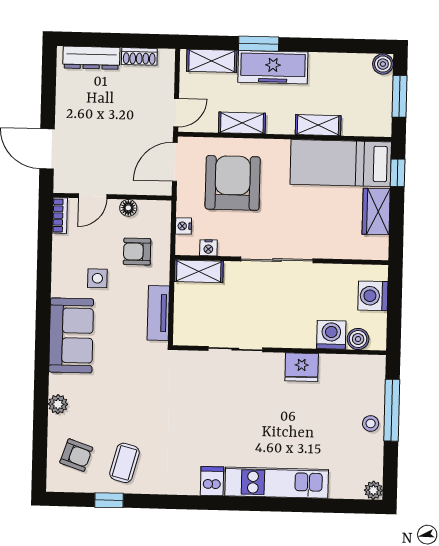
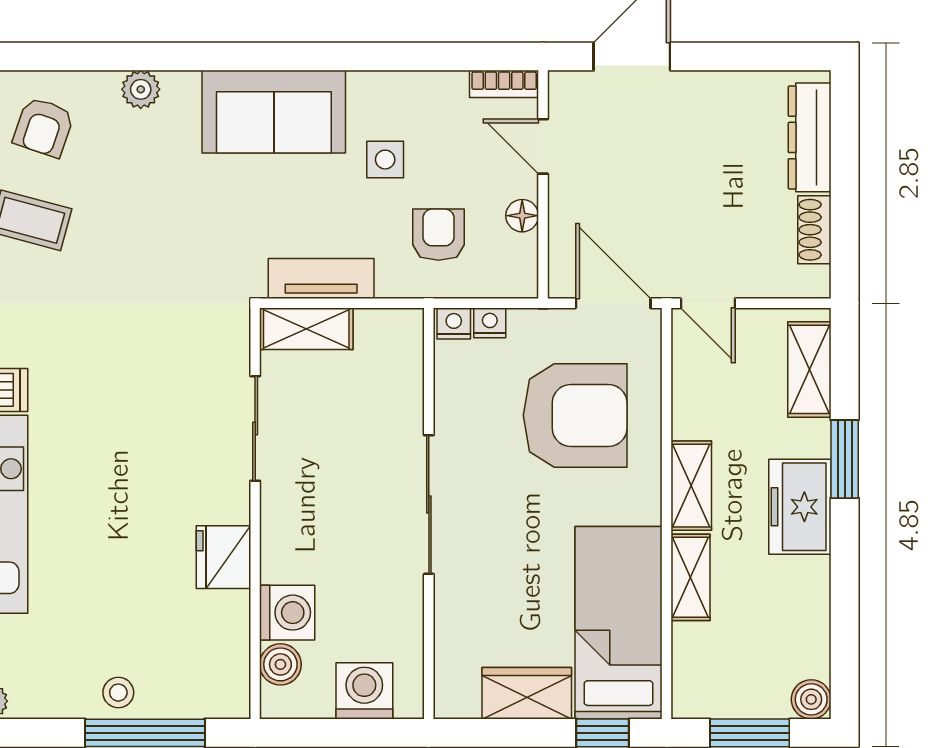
freezer: (273, 67) -> (800, 507), width x0.71
shelving: (242, 123) -> (691, 486), moved
nightstand: (208, 248) -> (454, 323), moved, turned 90
shelving: (199, 271) -> (306, 329), moved, turned 90

